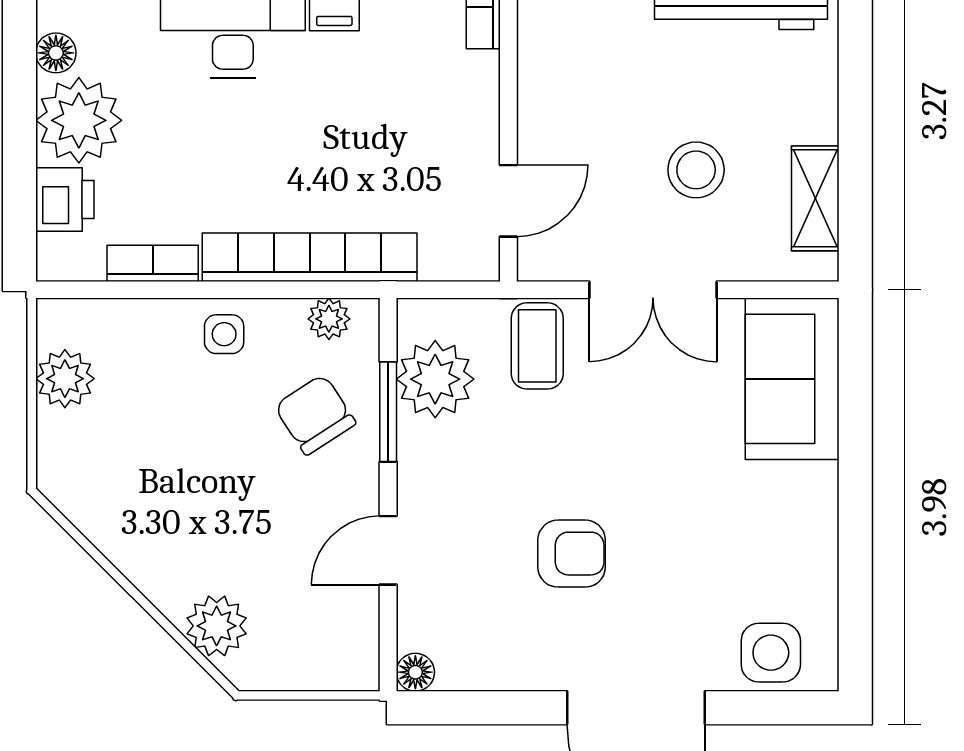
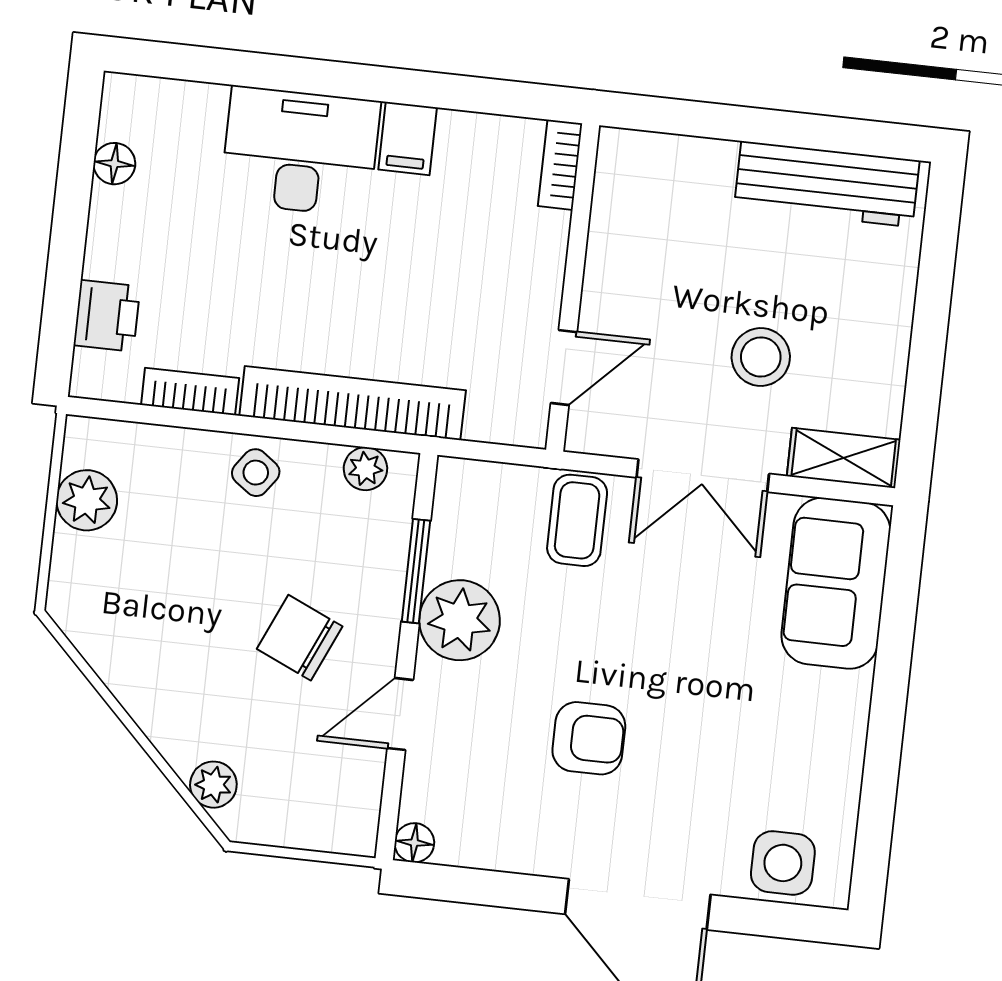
plant: (79, 120) -> (130, 236), removed
shelving: (815, 198) -> (844, 458), moved, turned 90
side table: (224, 334) -> (256, 473), turned 36
plant: (435, 379) -> (460, 620), moved
chair: (315, 415) -> (300, 638), moved, turned -33
plant: (217, 626) -> (213, 785), width x0.73, depth x0.73

